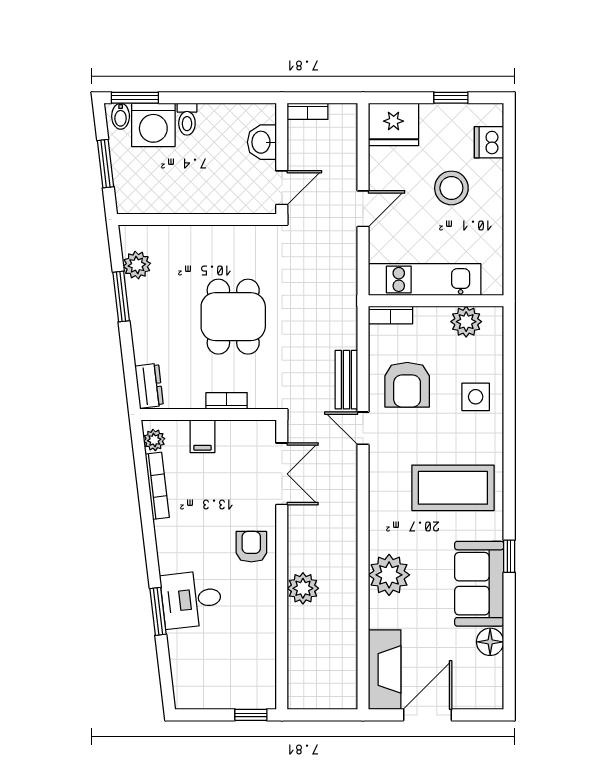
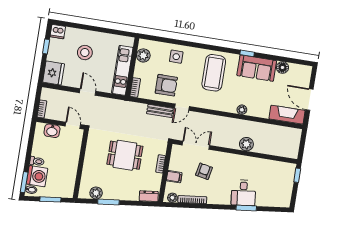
dishwasher: (489, 142) -> (58, 32), moved
armchair: (251, 547) -> (204, 171), moved, turned 101
plant: (389, 575) -> (242, 110), width x0.53, depth x0.53

